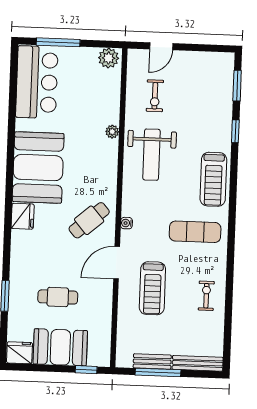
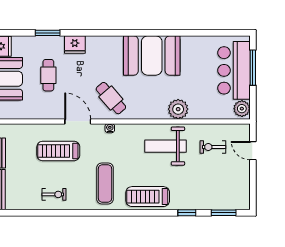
bar counter: (37, 82) -> (234, 70), moved, turned 90
plant: (112, 132) -> (178, 109), width x1.87, depth x1.87
fridge: (23, 216) -> (75, 45), moved

